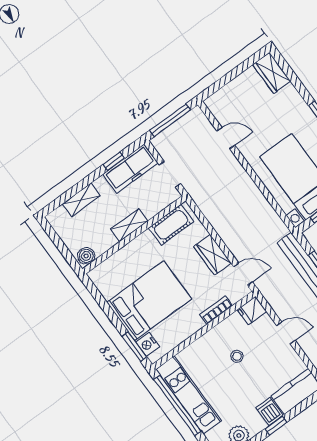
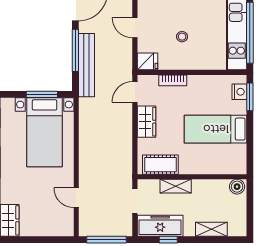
shelving: (129, 225) -> (176, 186), moved
door: (243, 274) -> (135, 92), hinge flipped
bed: (149, 301) -> (216, 129), width x0.67

